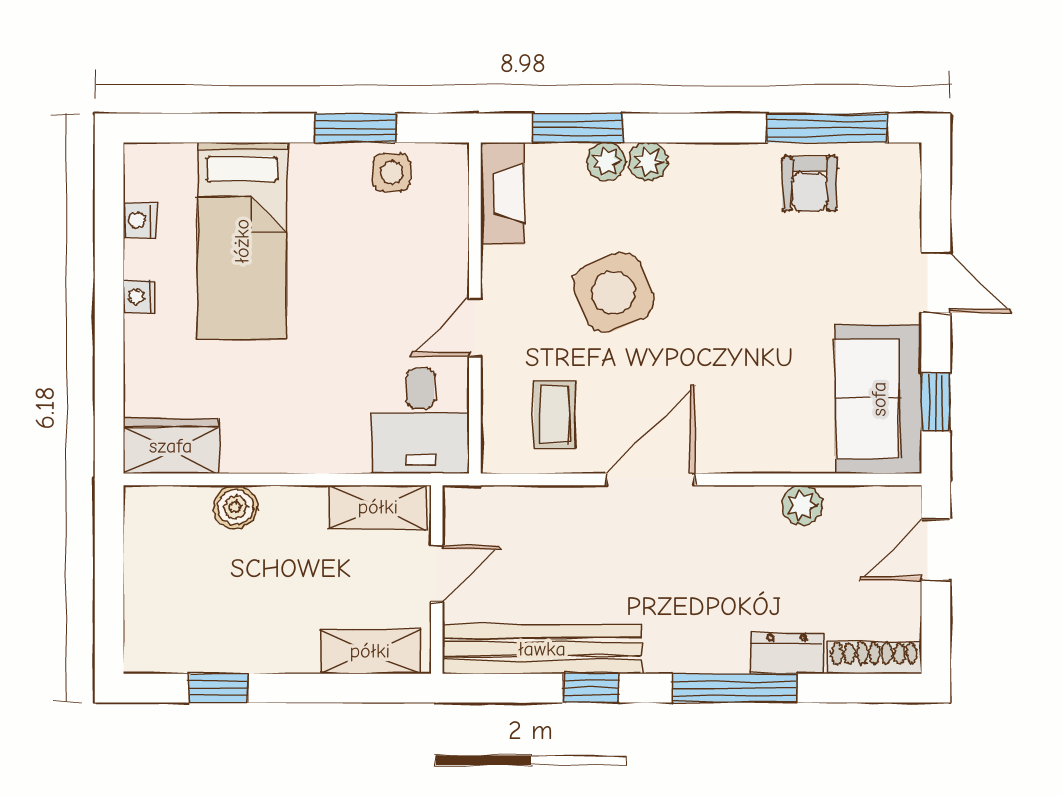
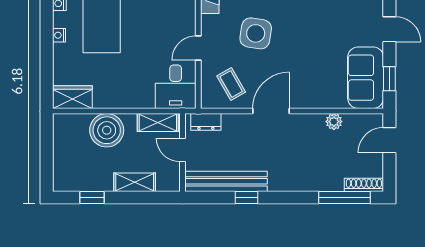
side table: (613, 292) -> (256, 33), turned 32
coffee table: (554, 414) -> (231, 84), turned -30
boiler: (235, 507) -> (107, 130), width x1.86, depth x1.86
door: (437, 574) -> (182, 150), swing flipped
shelving: (370, 651) -> (135, 182), moved
dresser: (787, 653) -> (206, 122), moved, turned 180
window: (734, 688) -> (345, 197), moved

